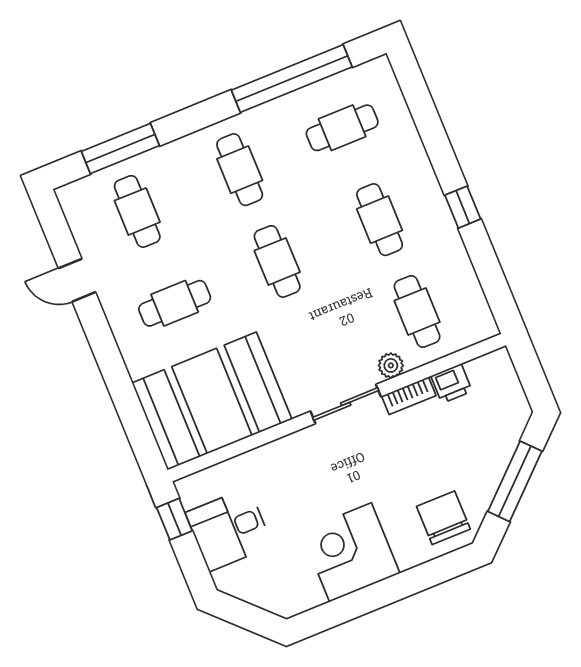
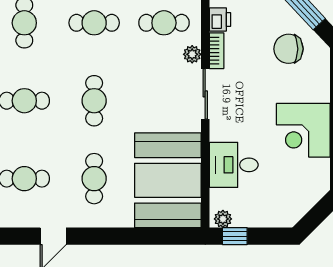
cafe table: (277, 261) -> (94, 101), turned 90
plant: (191, 494) -> (223, 219), added
chair: (443, 518) -> (289, 49), moved
desk: (229, 529) -> (234, 165), moved, turned 90

